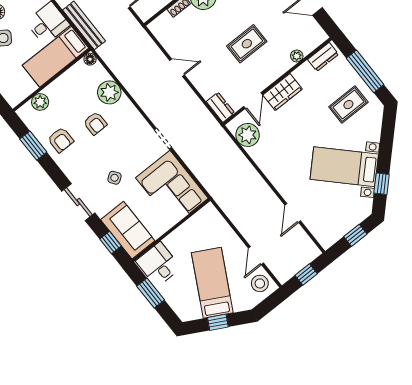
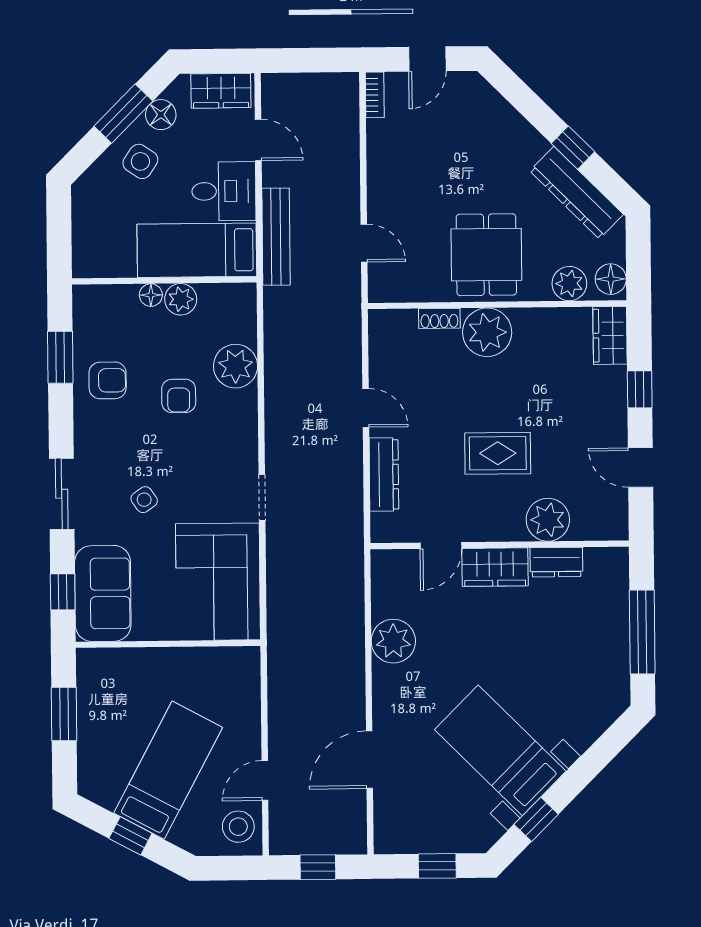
plant: (297, 56) -> (548, 520), width x1.88, depth x1.88
dresser: (323, 57) -> (556, 562), moved
floor lamp: (90, 59) -> (151, 295), moved
plant: (40, 102) -> (181, 299), moved
rug: (348, 105) -> (579, 662), removed
dresser: (220, 107) -> (384, 475), moved, width x1.44
plant: (248, 135) -> (393, 641), moved
armchair: (61, 140) -> (108, 380), turned -90
door: (293, 213) -> (369, 760), width x1.38
desk: (158, 264) -> (109, 680), removed

